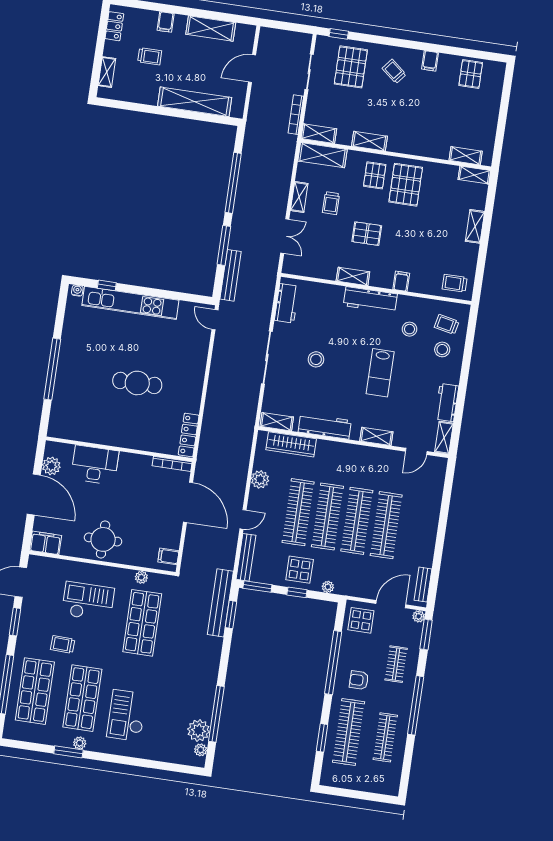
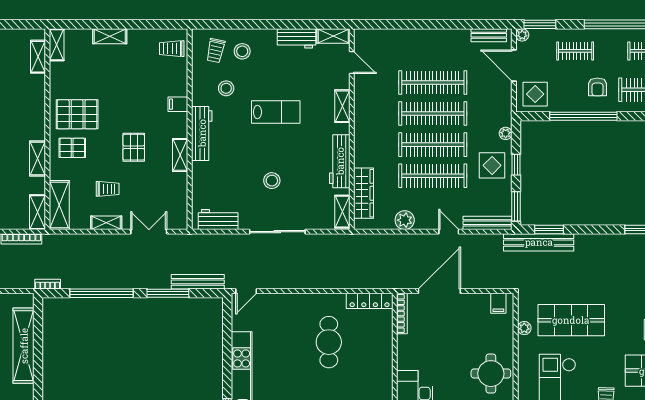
bookcase: (249, 133) -> (48, 284), added
trolley: (455, 283) -> (172, 49), turned 90
cafe table: (137, 383) -> (329, 342), moved

